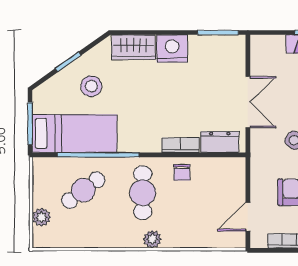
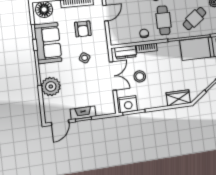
nightstand: (172, 49) -> (128, 104), moved
stool: (91, 86) -> (140, 76), moved
double door: (248, 102) -> (113, 76), swing flipped

